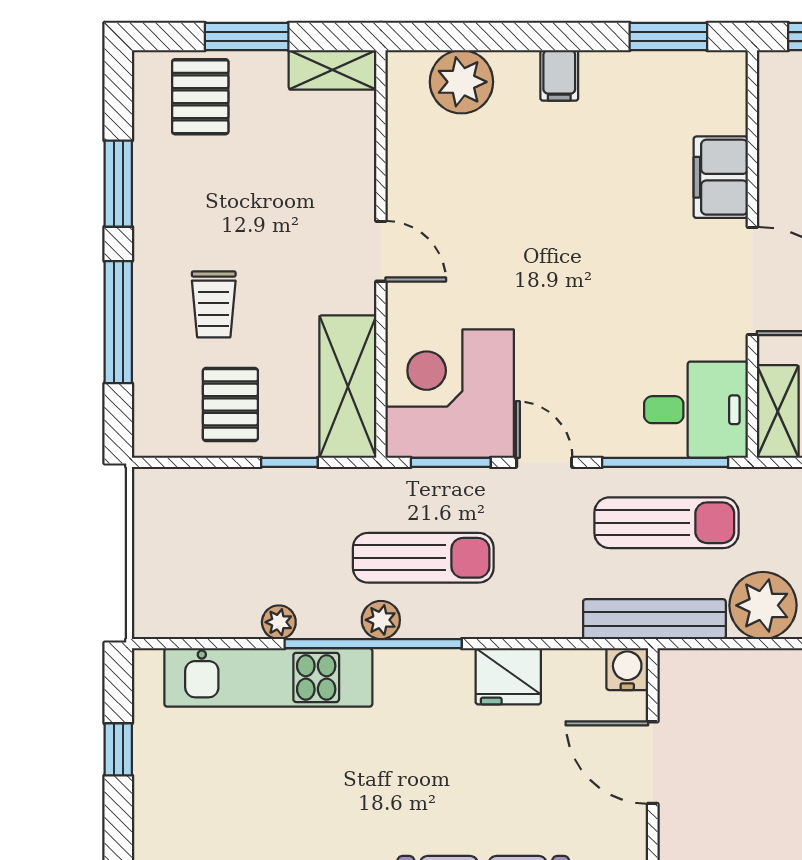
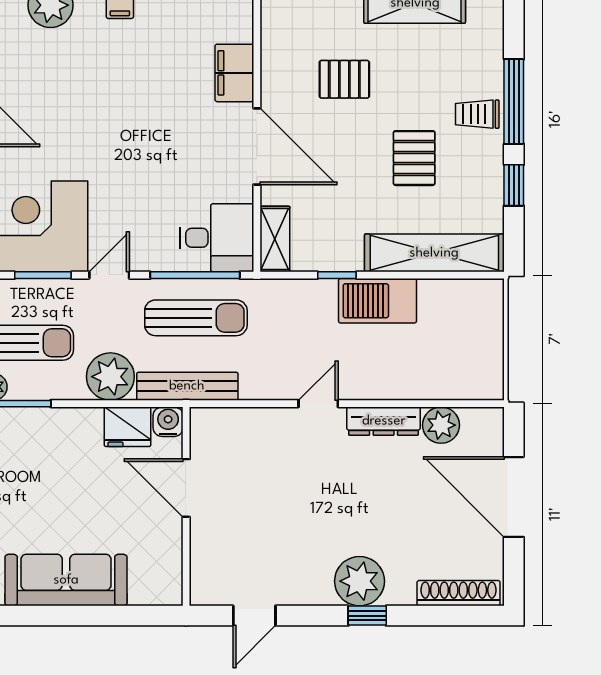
door: (544, 462) -> (109, 275), hinge flipped
plant: (763, 605) -> (110, 377), moved
fridge: (508, 676) -> (127, 427), moved

